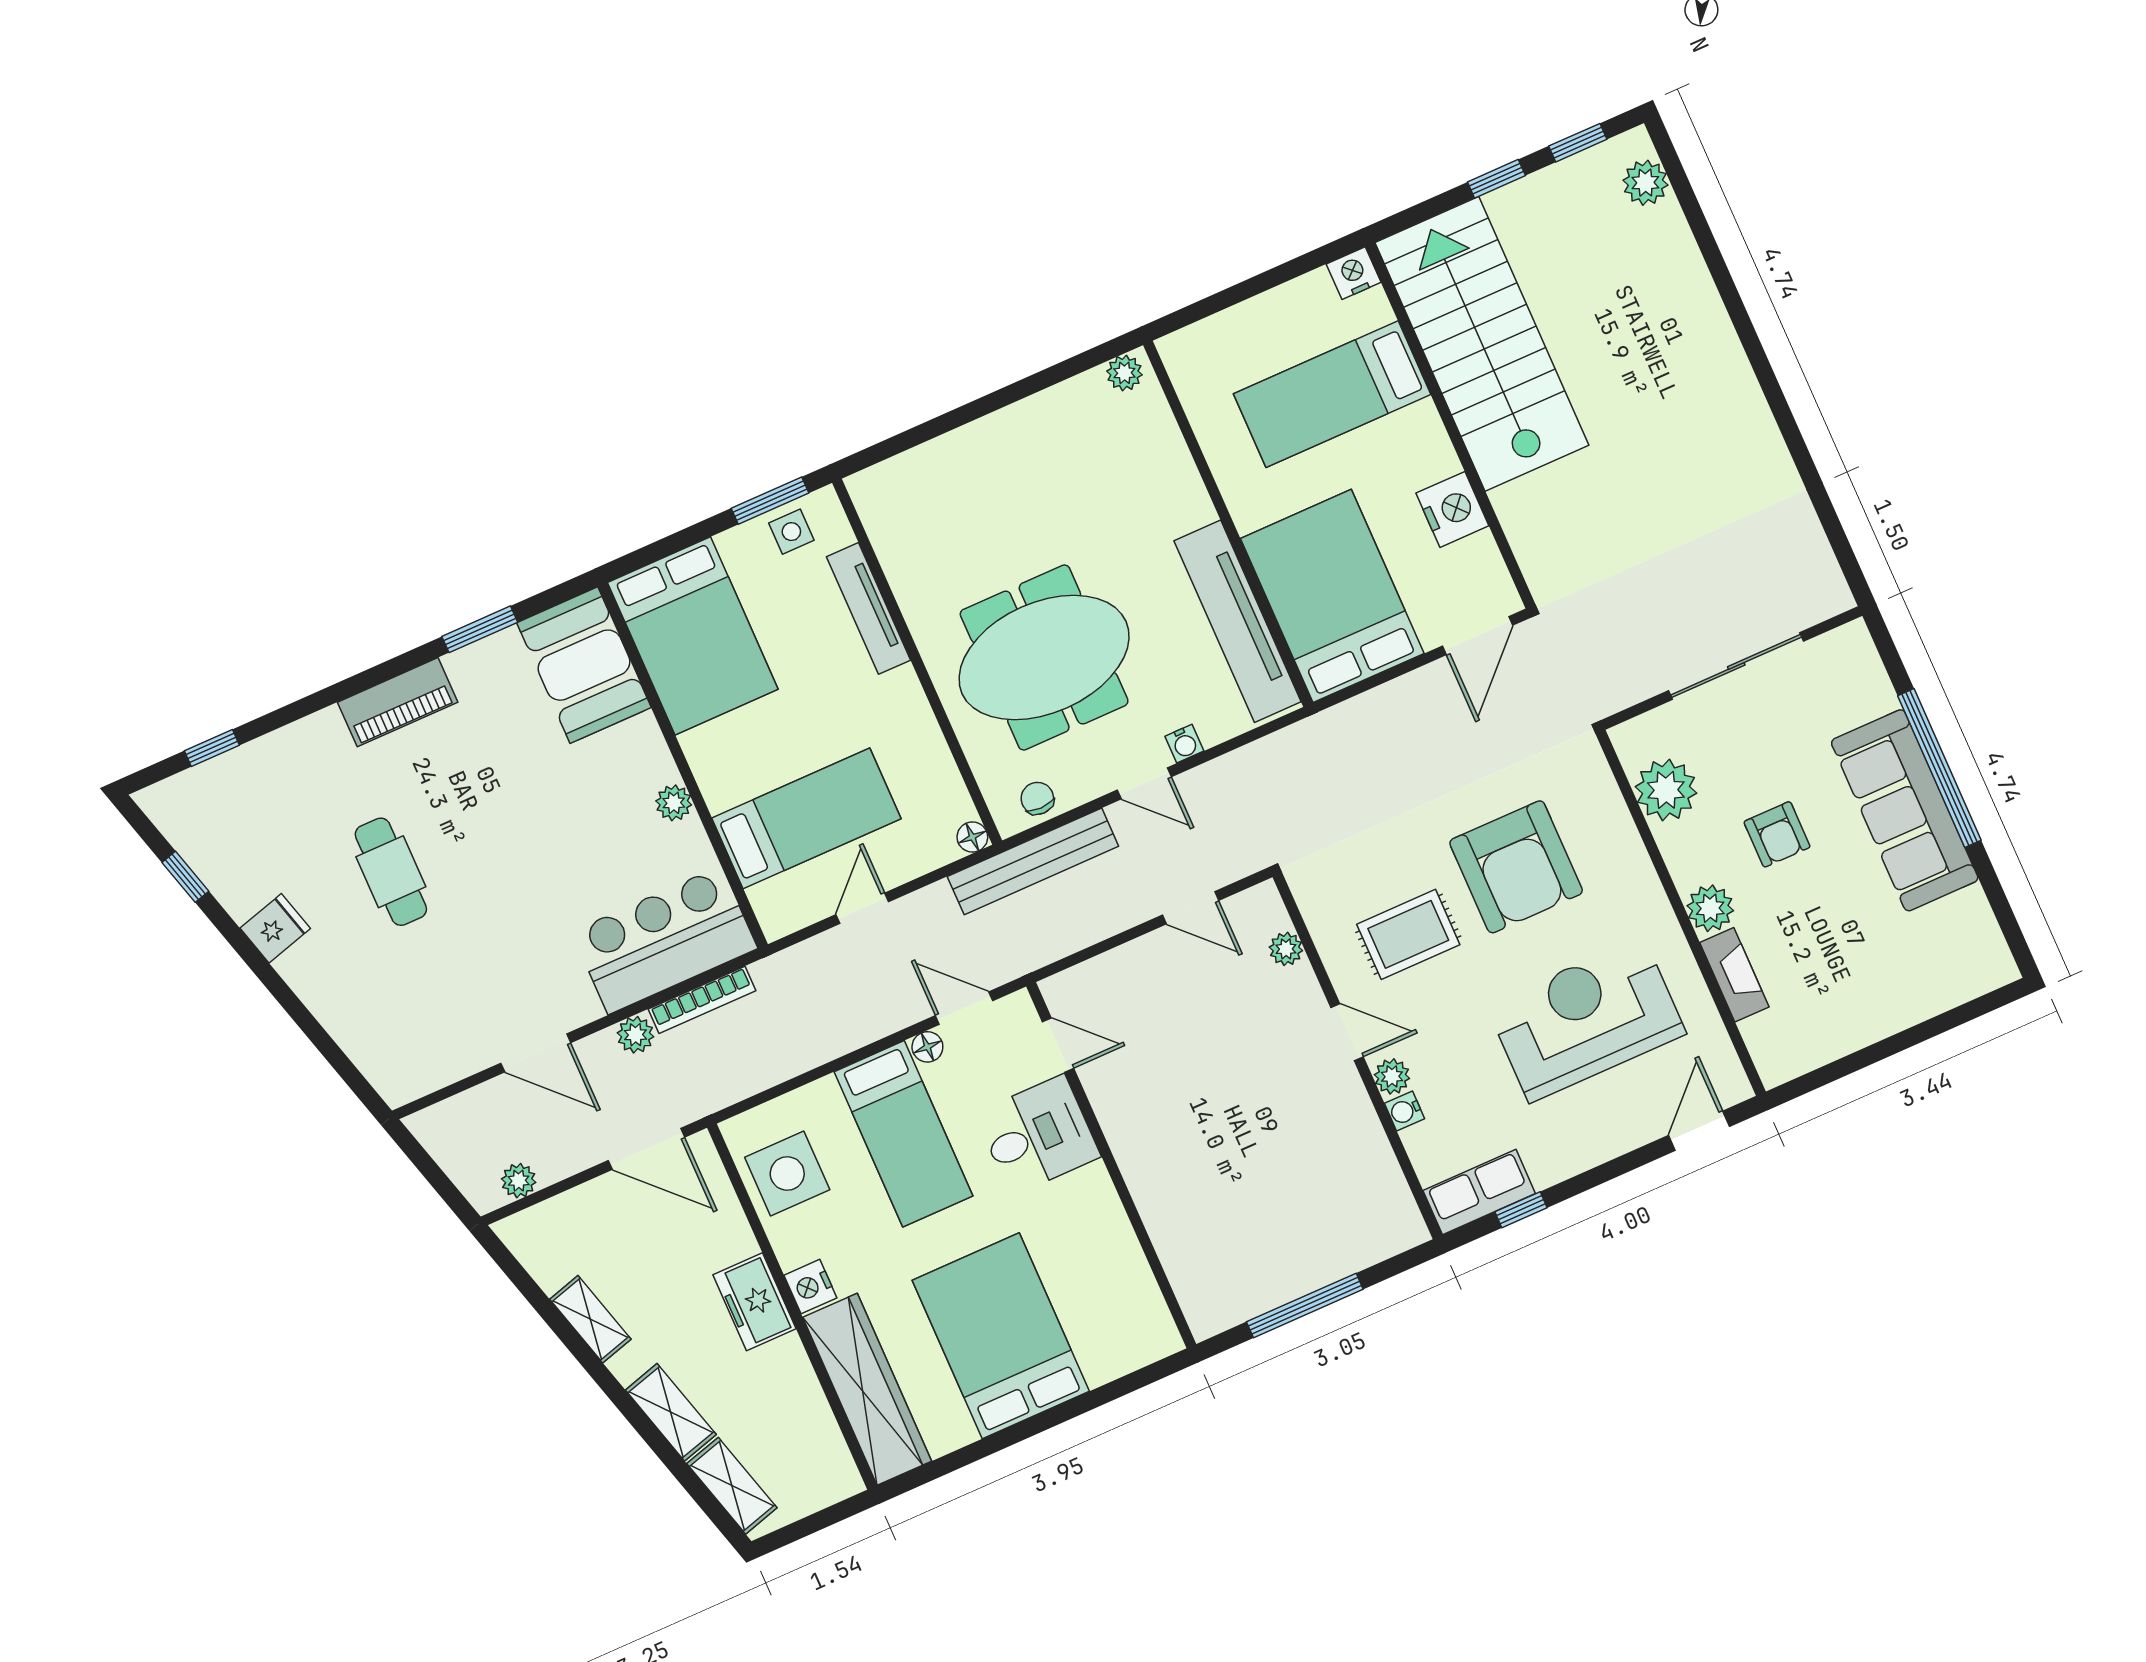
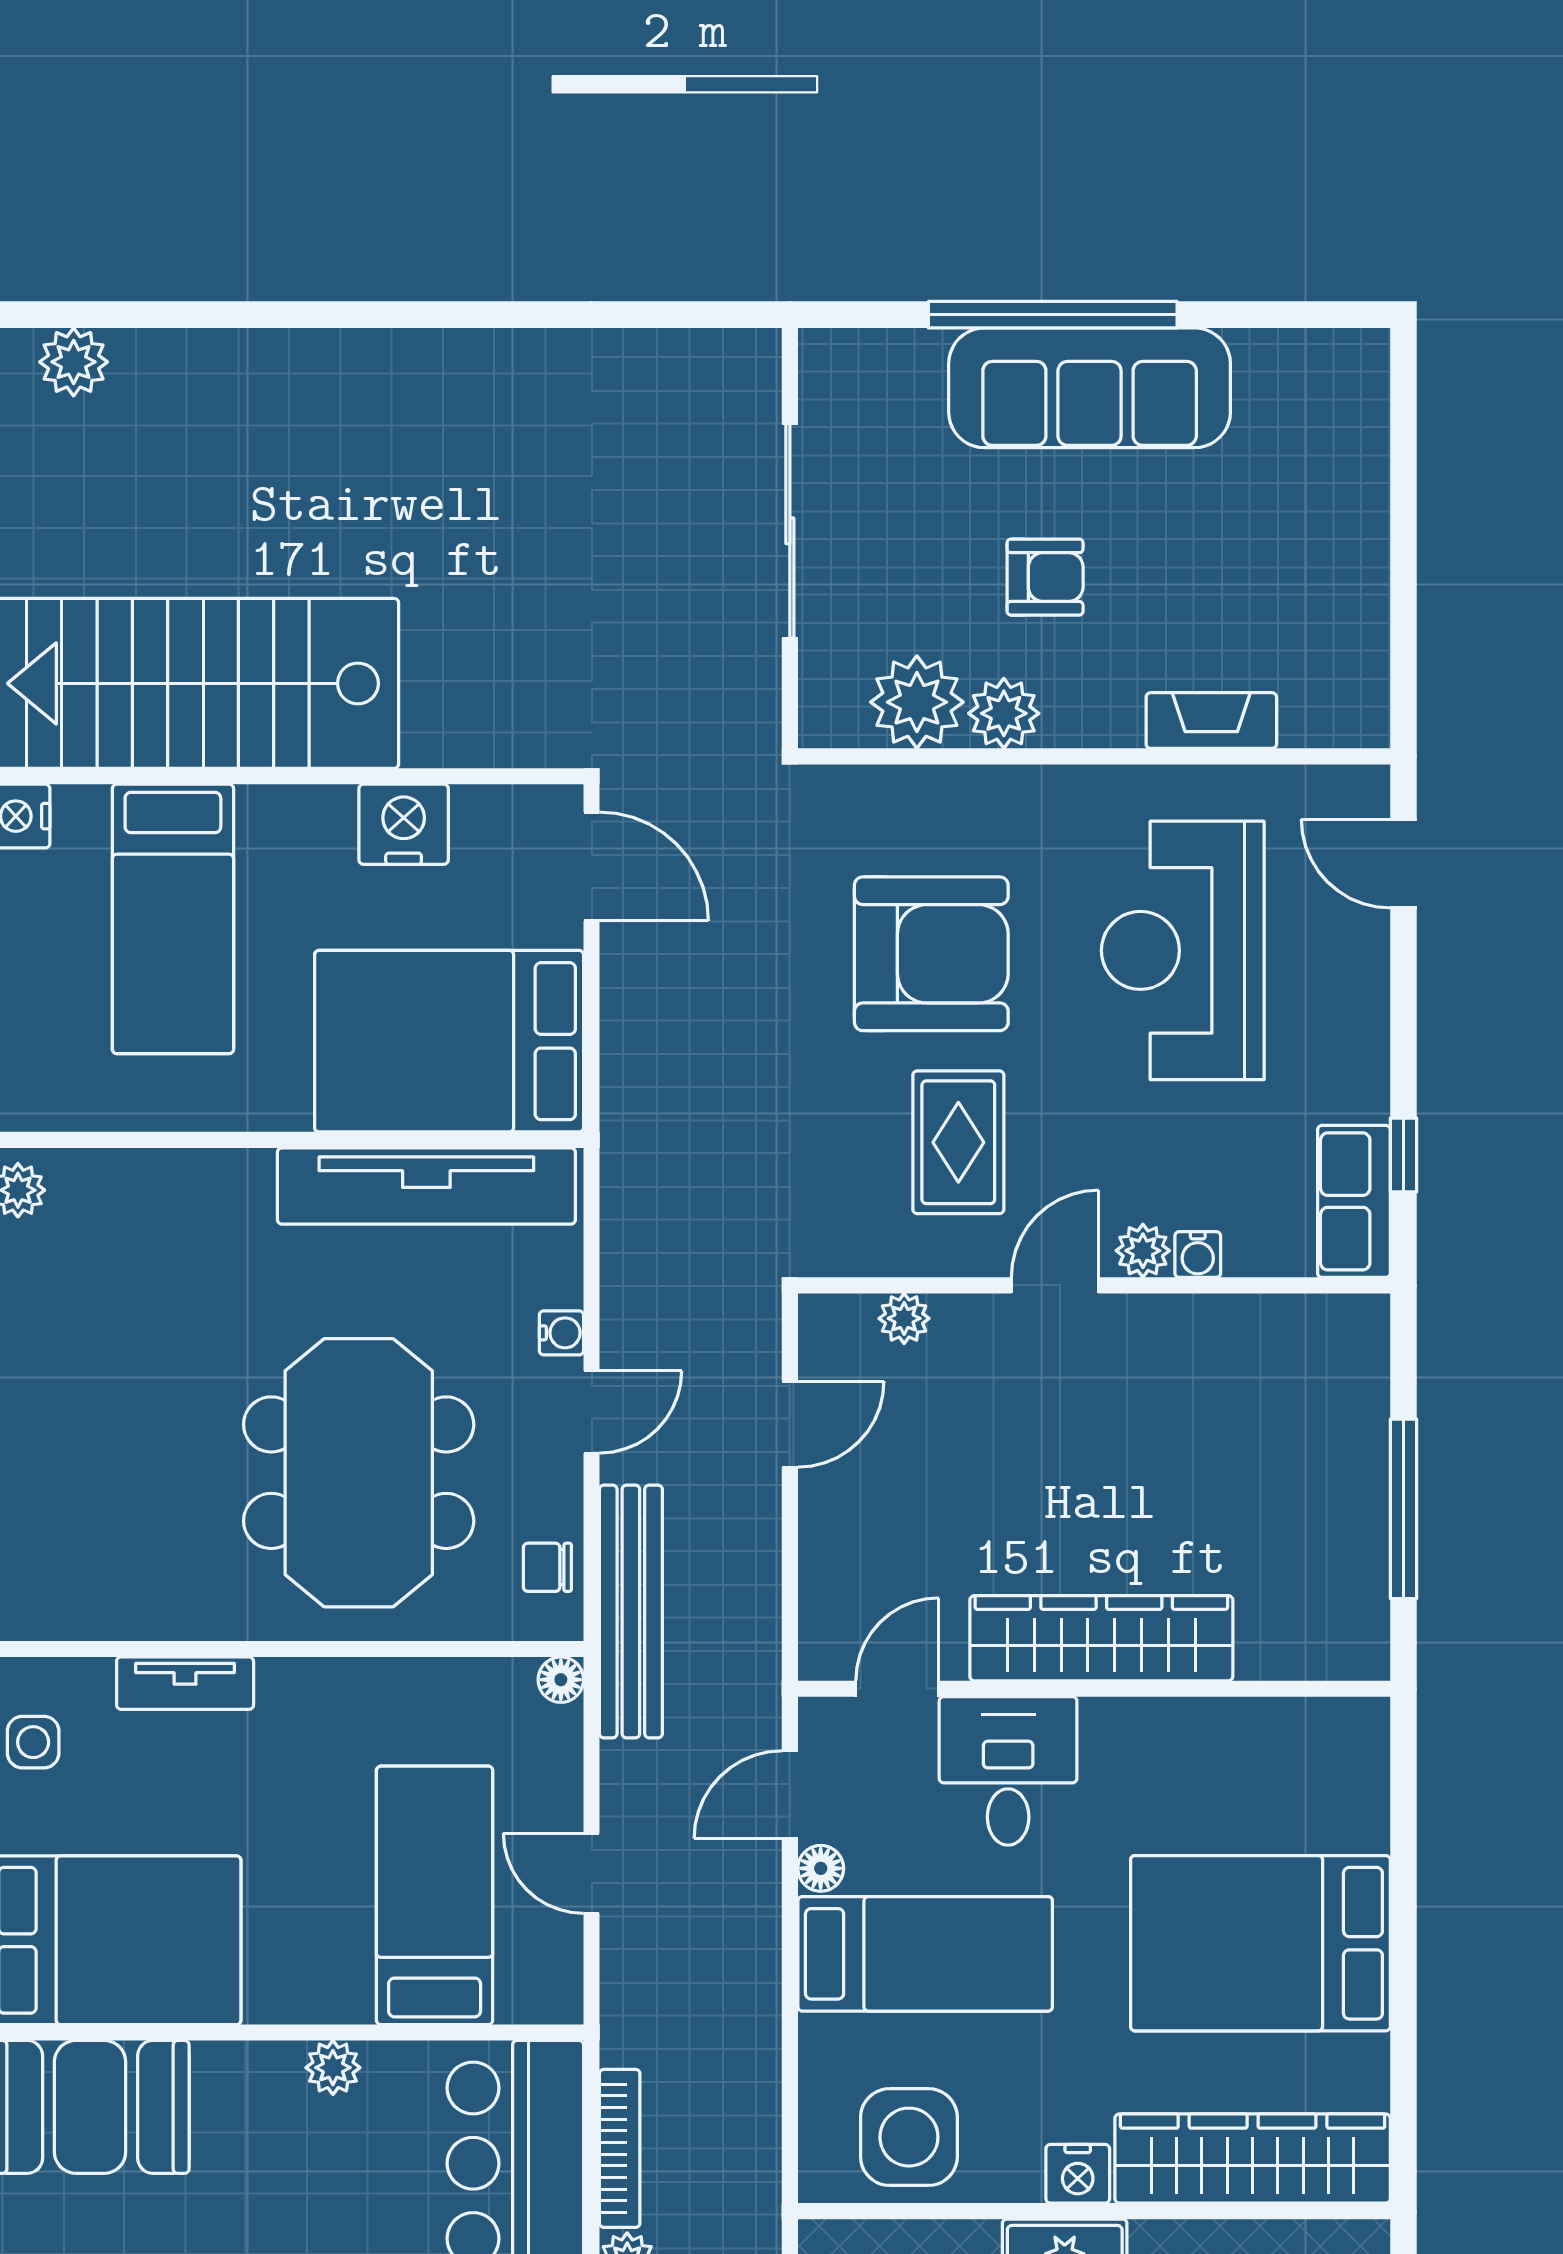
tv unit: (869, 608) -> (185, 1683), width x0.71
plant: (1710, 908) -> (1004, 713), moved
wardrobe: (1144, 1156) -> (1101, 1638), added

